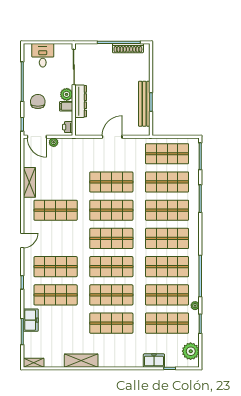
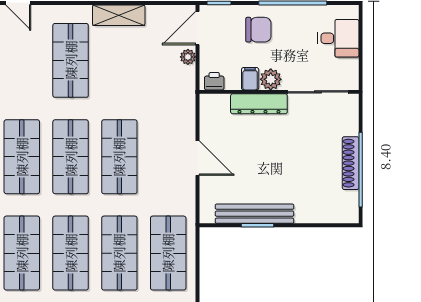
shoe rack: (128, 48) -> (351, 163), moved

